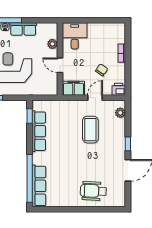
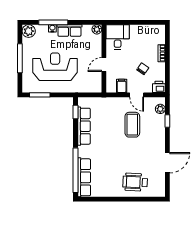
plant: (52, 44) -> (97, 29), moved
door: (60, 65) -> (104, 64), hinge flipped
filing cabinet: (74, 88) -> (122, 86), width x0.50
door: (95, 98) -> (137, 95), swing flipped
window: (128, 144) -> (167, 121), moved

